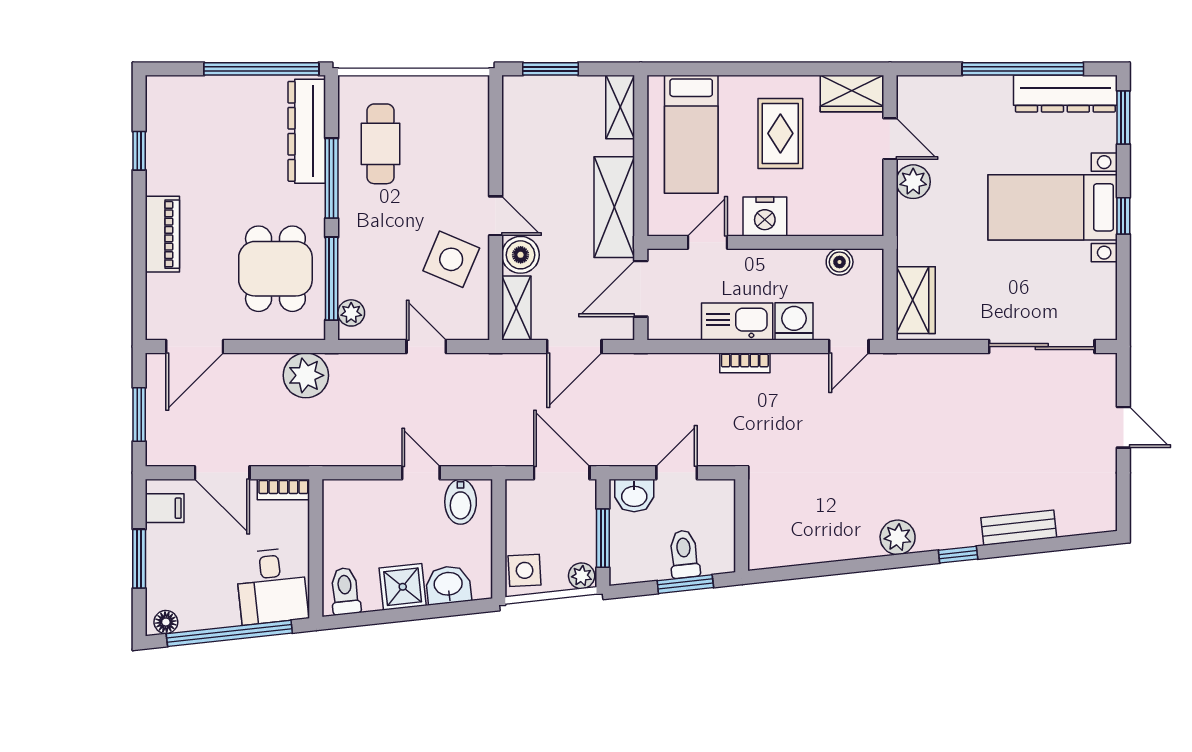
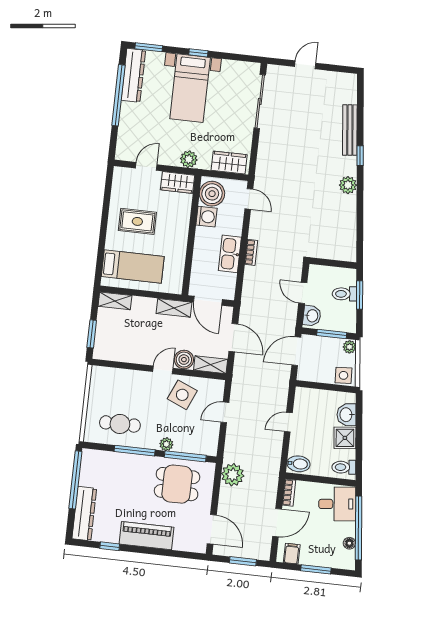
wardrobe: (852, 94) -> (178, 183), moved, turned 90
dresser: (307, 131) -> (84, 514), moved, turned -90
plant: (913, 182) -> (189, 159), moved
shelving: (614, 207) -> (174, 308), width x0.67, depth x0.75
nightstand: (765, 217) -> (178, 234), removed
piano: (162, 234) -> (146, 536), width x1.37, depth x1.33
door: (707, 242) -> (188, 264), removed
boiler: (840, 262) -> (212, 194), width x1.86, depth x1.86
plant: (351, 313) -> (166, 444), moved
washing machine: (794, 321) -> (206, 217), moved, turned 180
bidet: (461, 502) -> (299, 464), moved
bench: (1019, 528) -> (350, 130), width x1.36
floor lamp: (166, 622) -> (349, 543), moved

